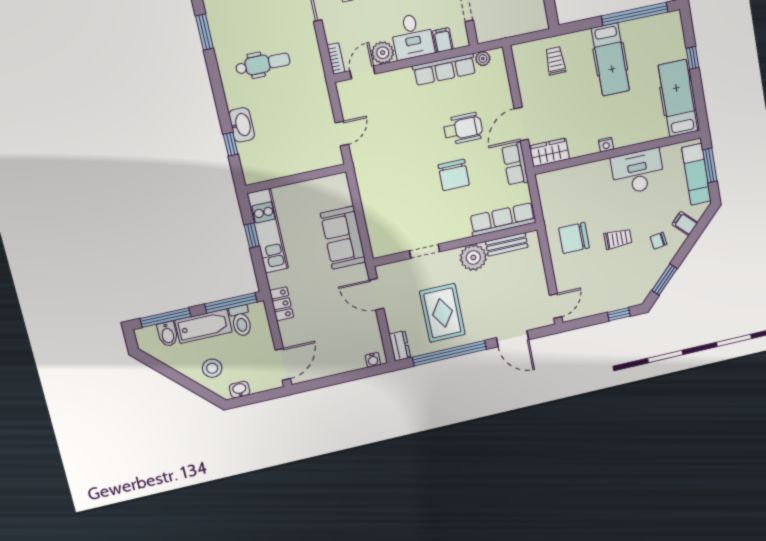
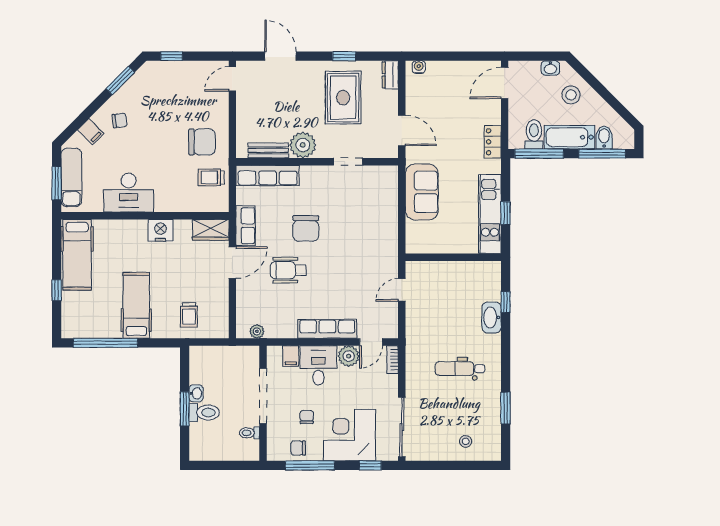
row of seats: (444, 69) -> (327, 329), moved
nightstand: (606, 145) -> (161, 230), width x1.89, depth x1.79
chair: (454, 175) -> (306, 228), turned 180
trolley: (618, 239) -> (211, 177), moved
window: (449, 353) -> (344, 56), width x0.32

